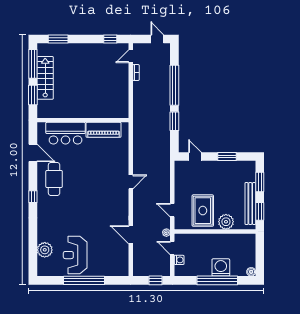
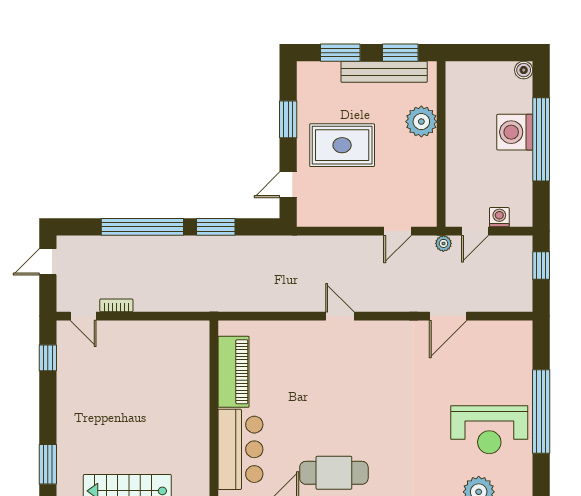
rug: (203, 211) -> (342, 145), moved

